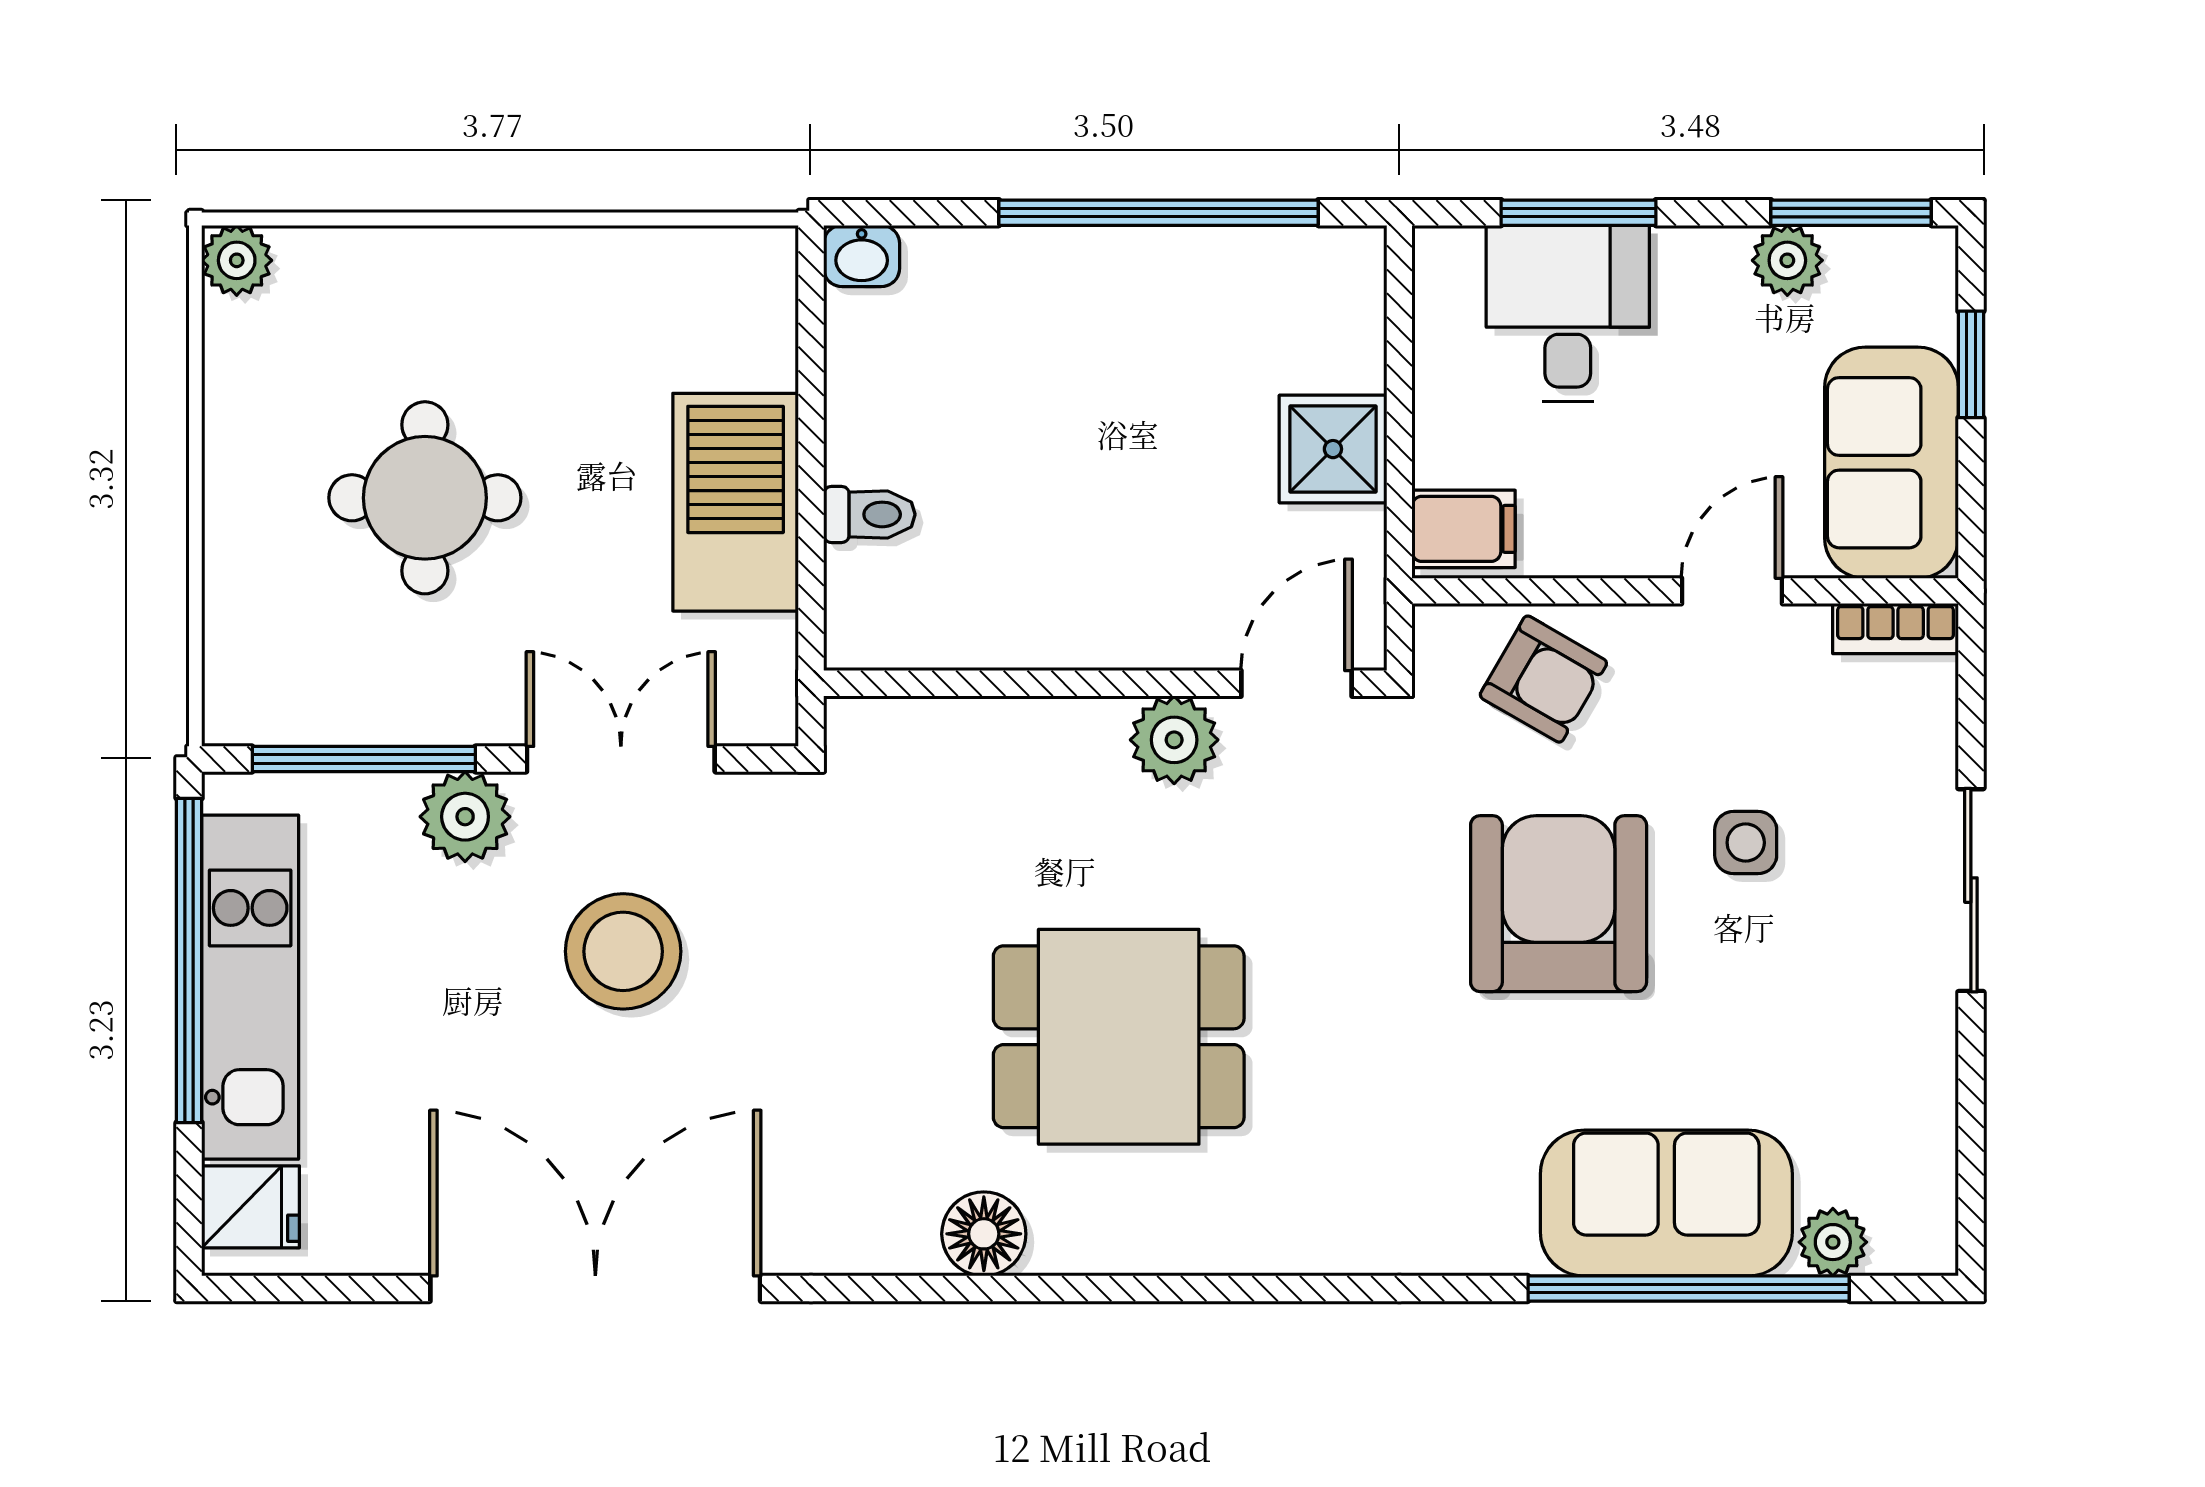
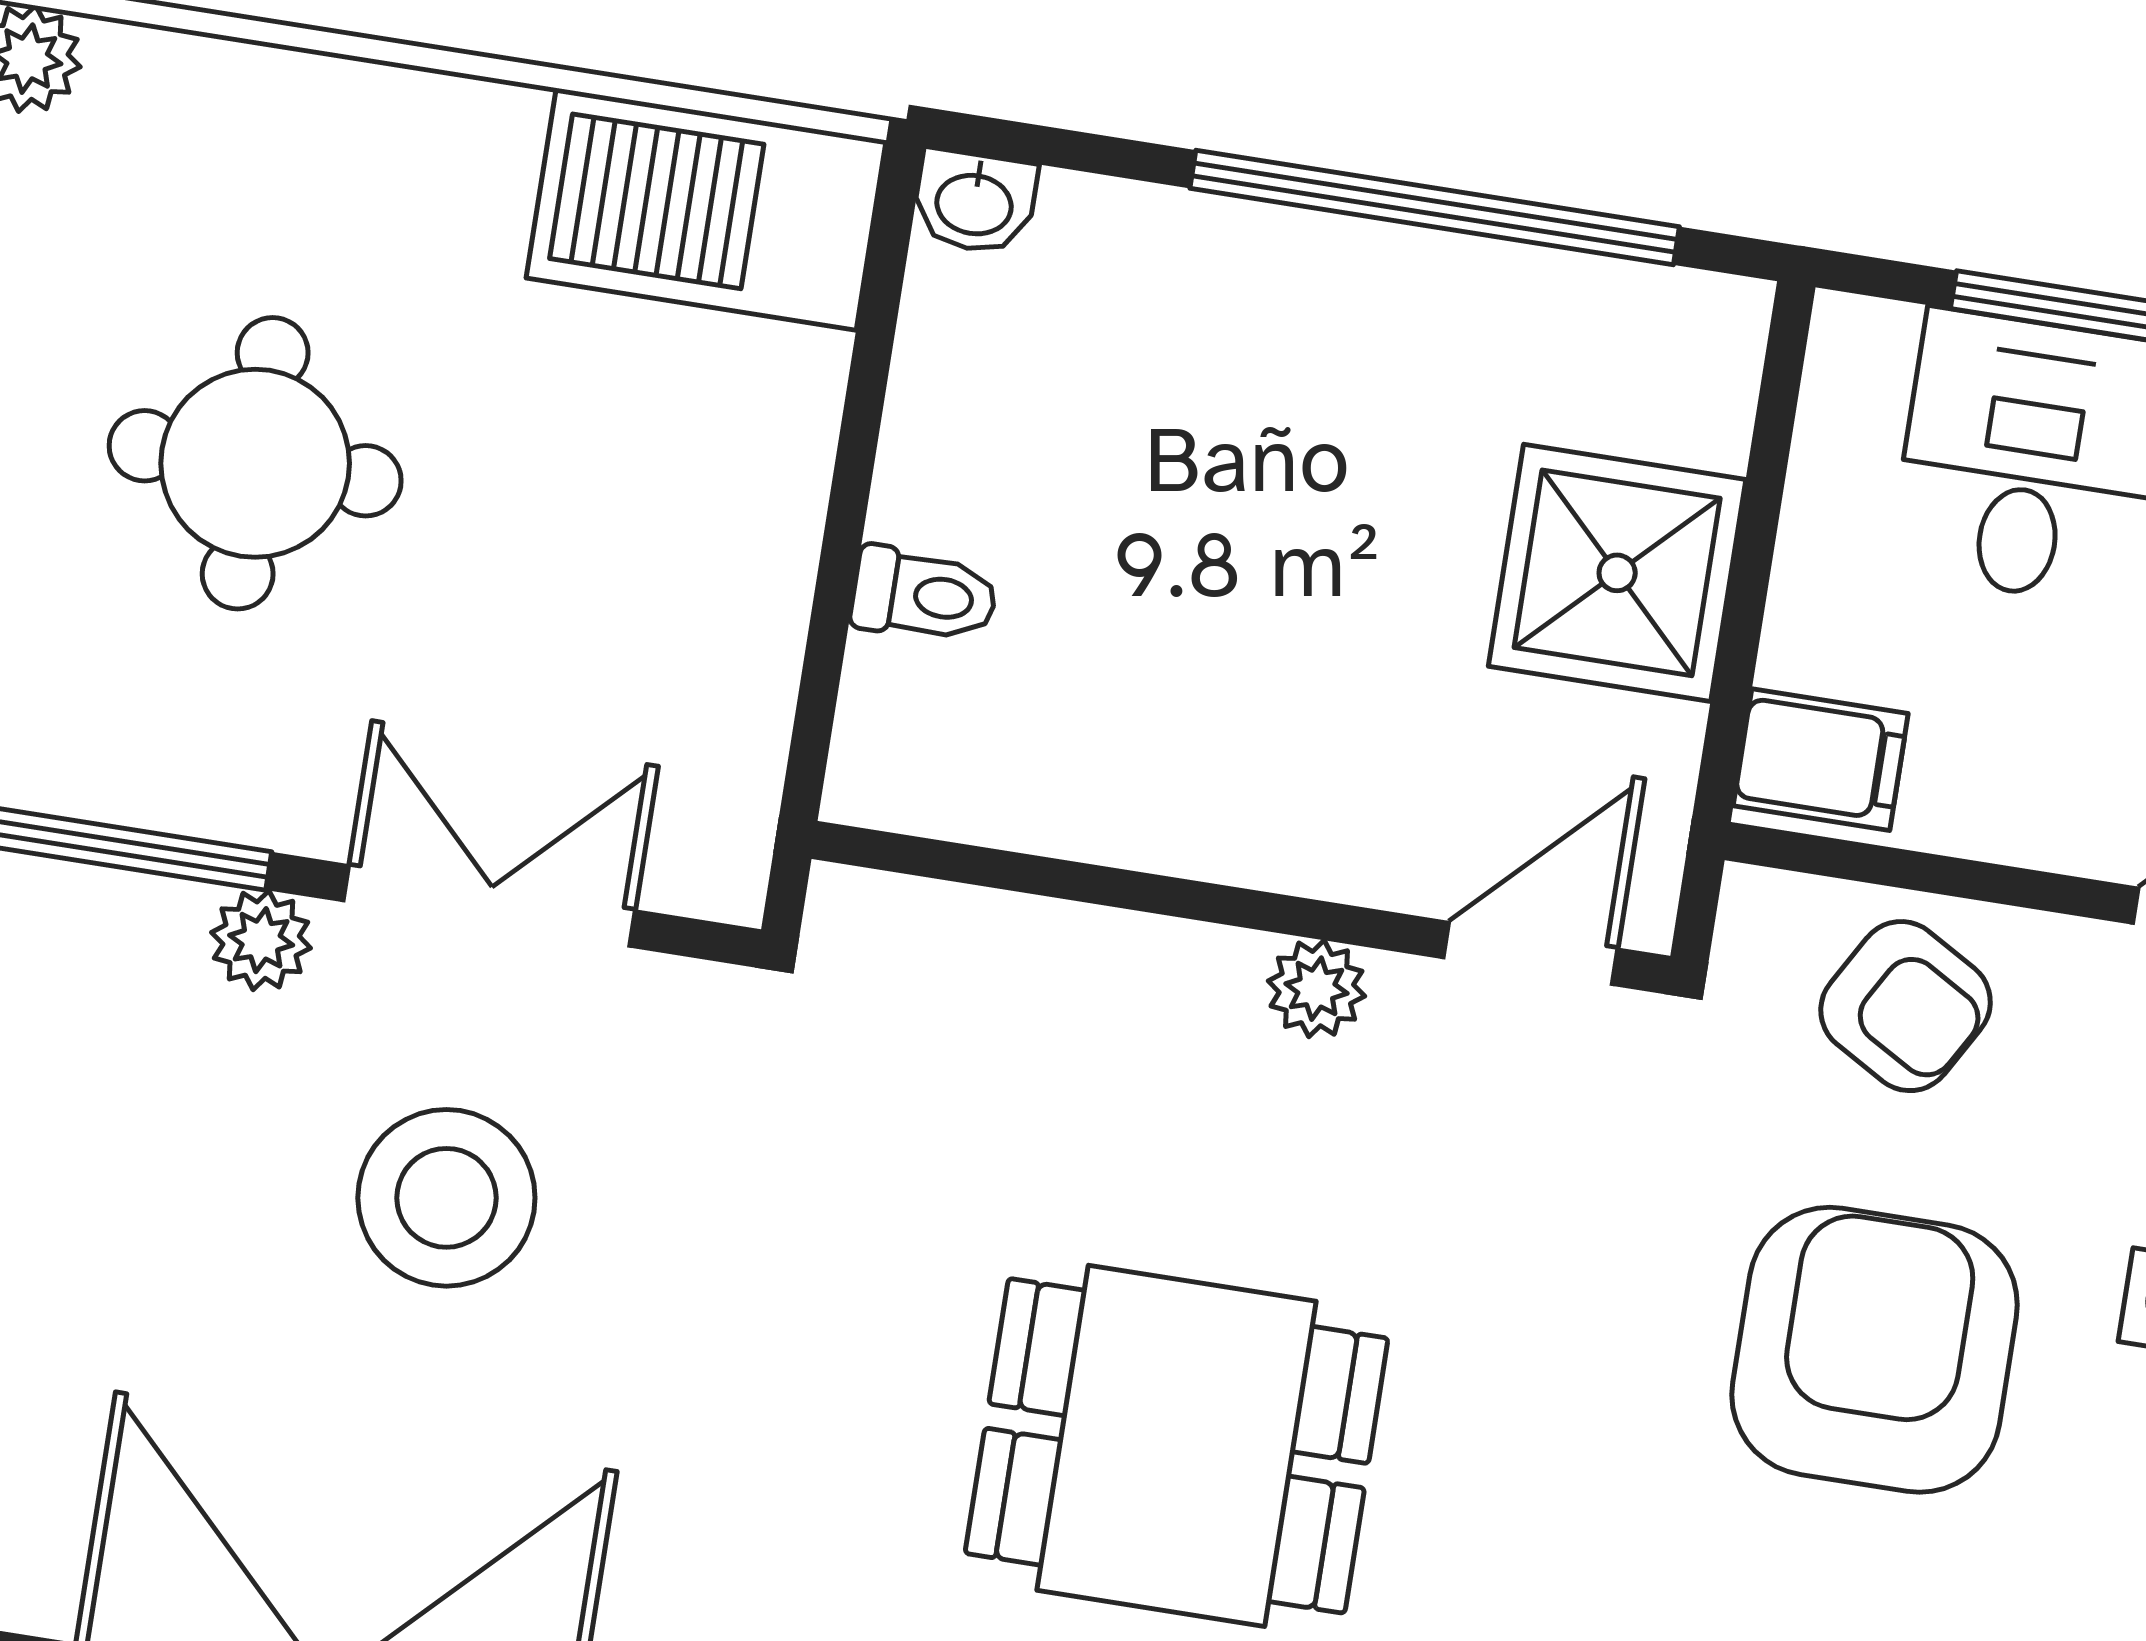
shower: (1333, 449) -> (1617, 573), width x1.36, depth x1.36
barbecue: (736, 502) -> (706, 209), moved, turned -90
plant: (1174, 740) -> (1316, 989), width x0.73, depth x0.73
plant: (465, 817) -> (261, 940), width x0.73, depth x0.73

